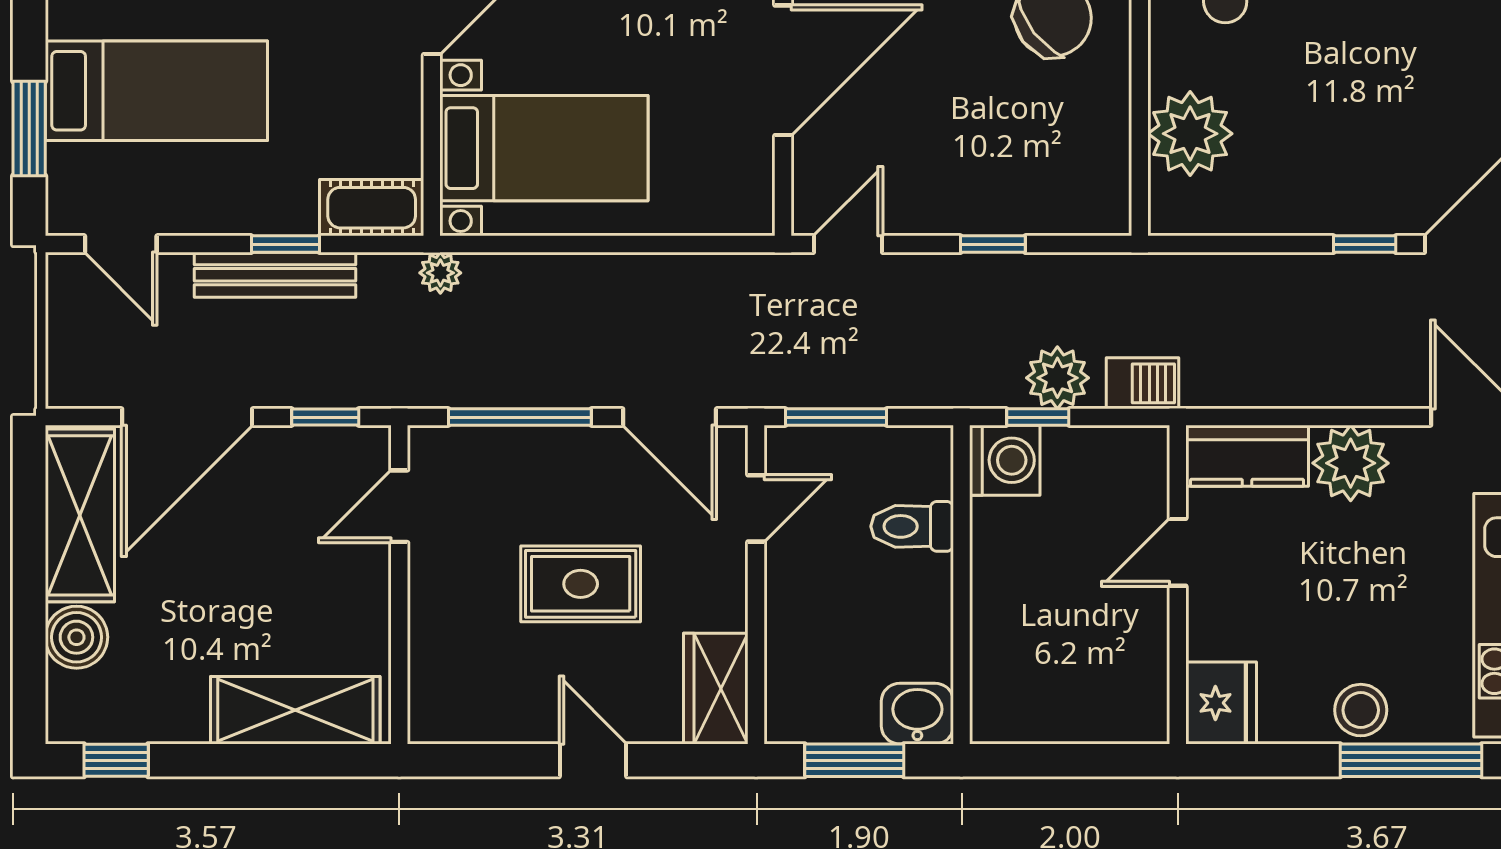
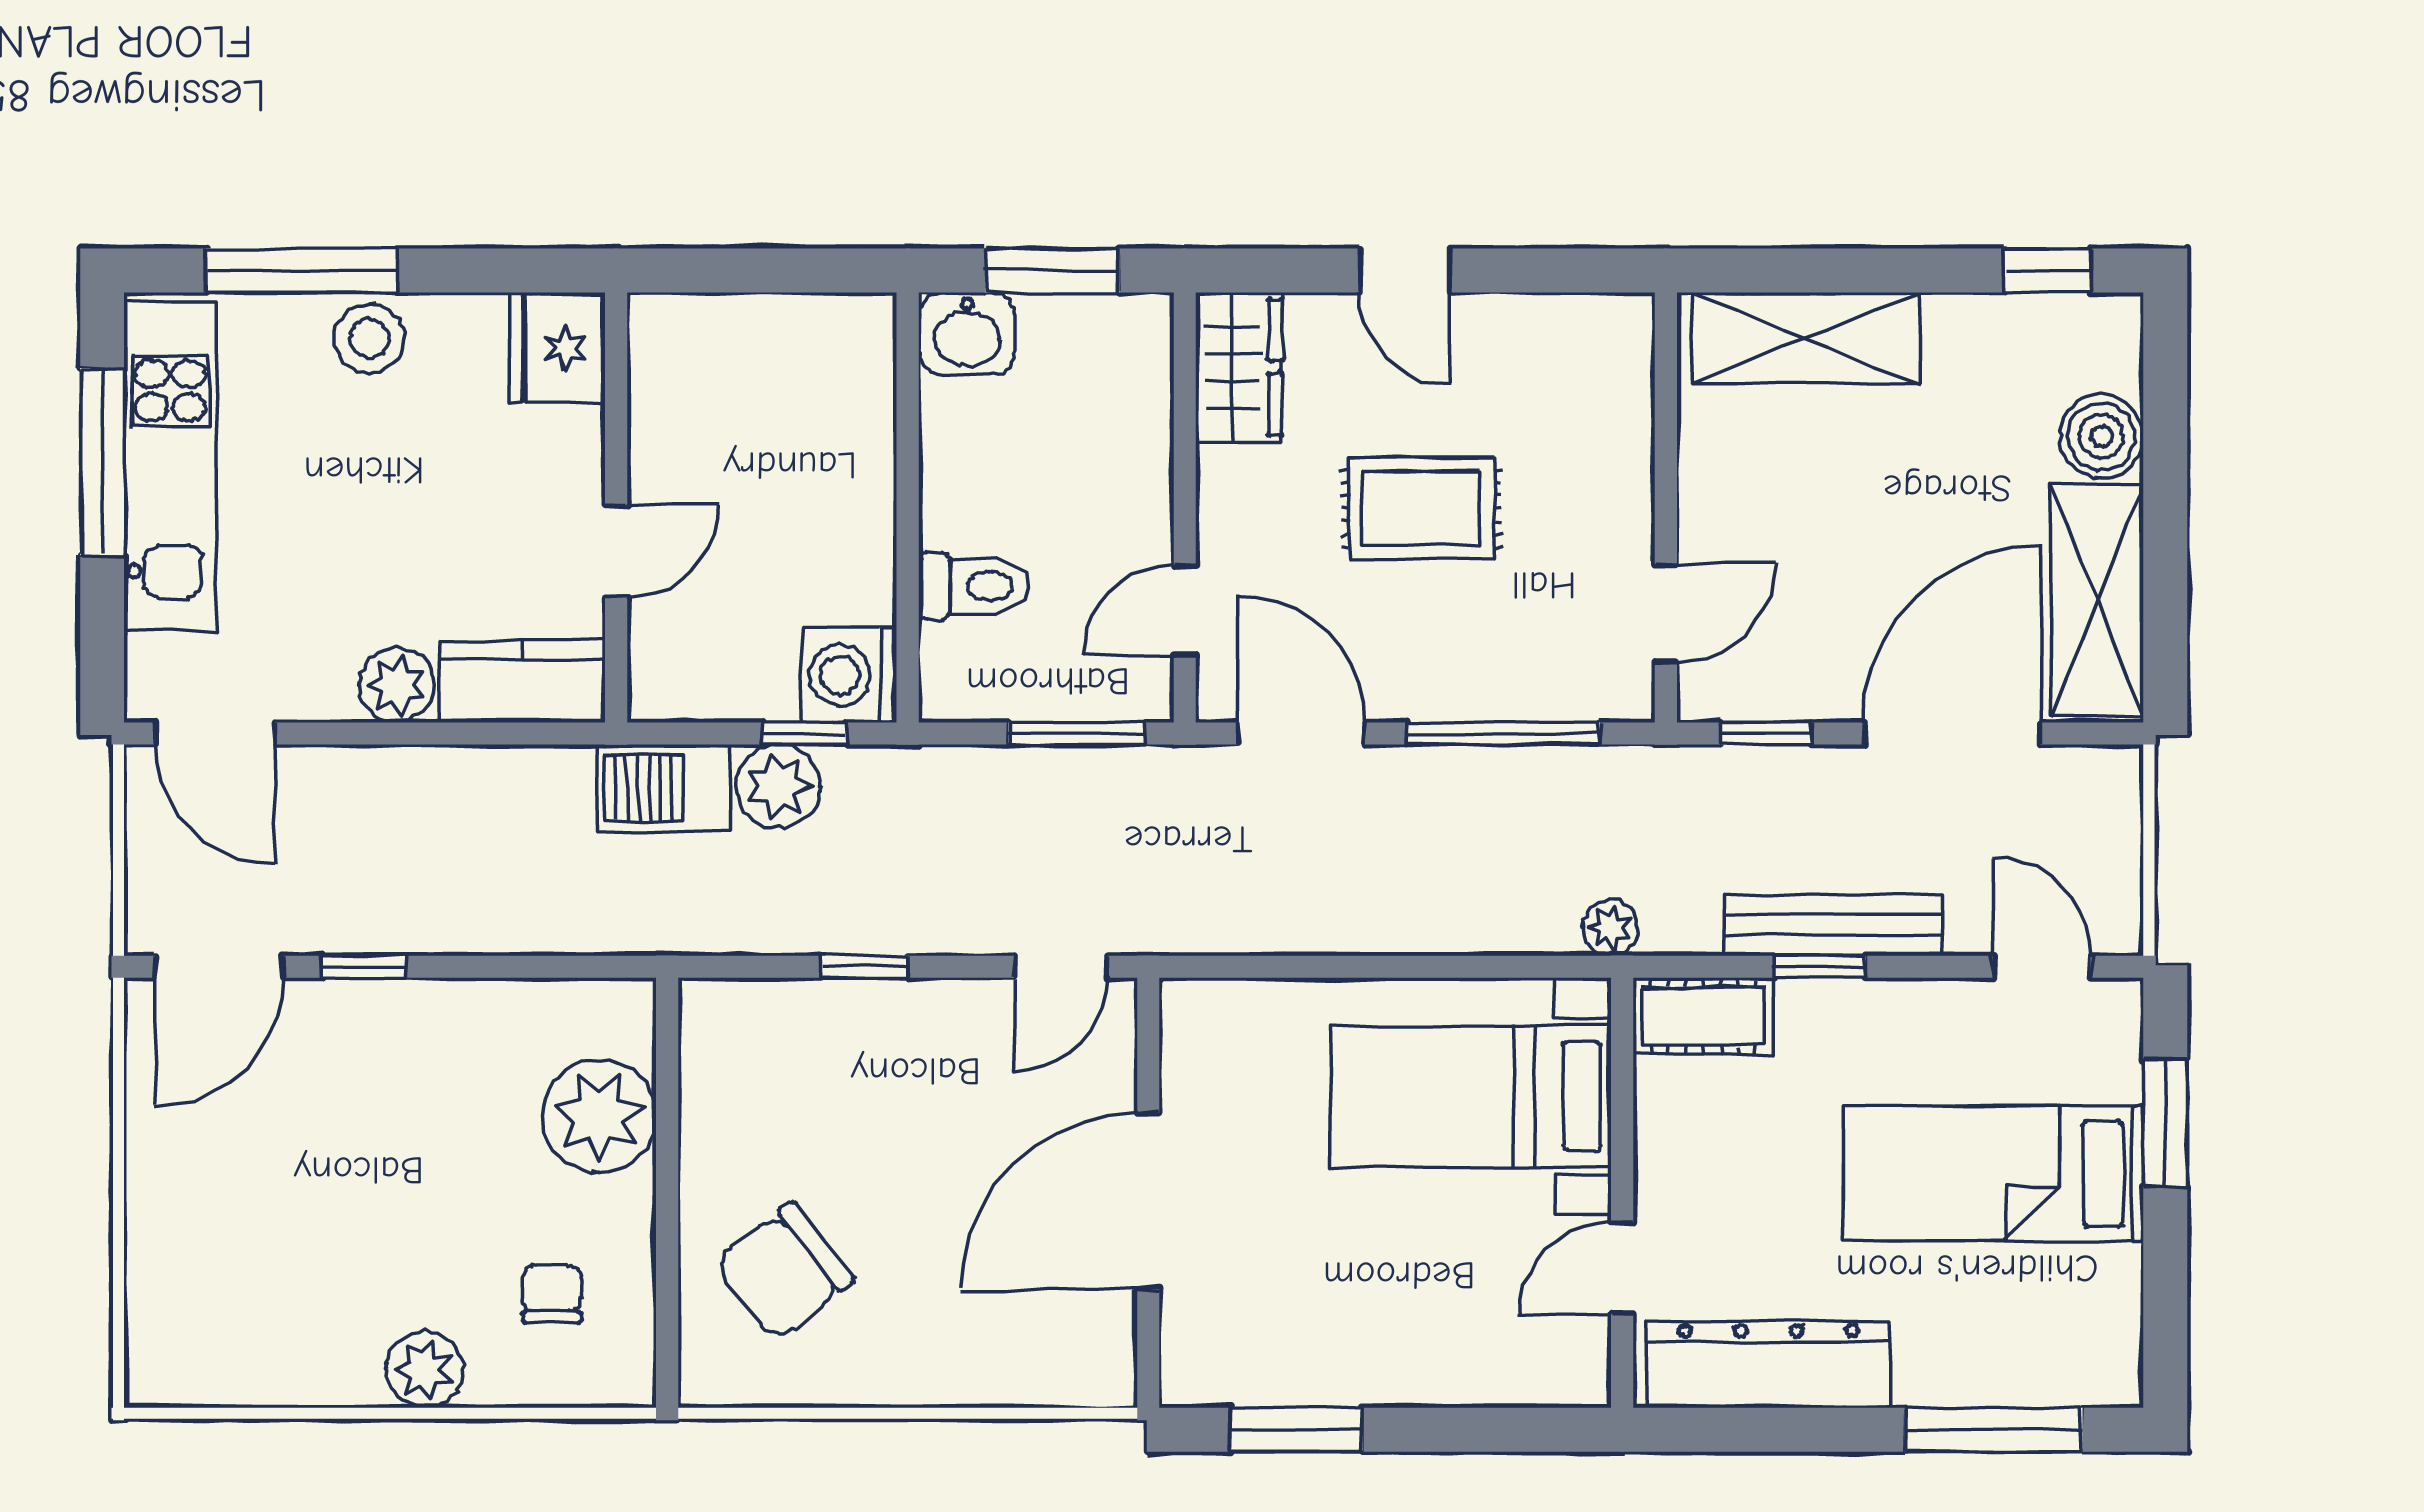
barbecue: (1143, 383) -> (663, 788), width x1.38, depth x1.27
plant: (1351, 463) -> (396, 685), width x0.73, depth x0.73

